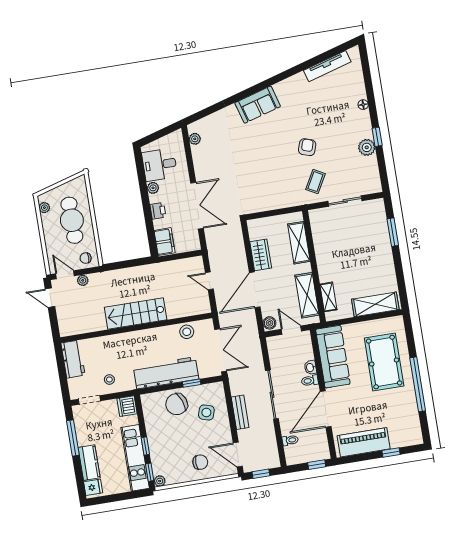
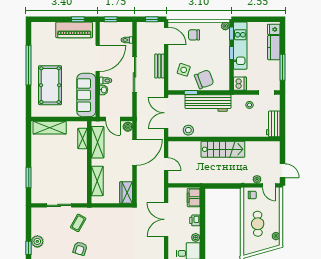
cafe table: (72, 220) -> (258, 224), width x0.73, depth x0.74
wardrobe: (261, 255) -> (126, 192), moved
window: (391, 452) -> (78, 19), moved

